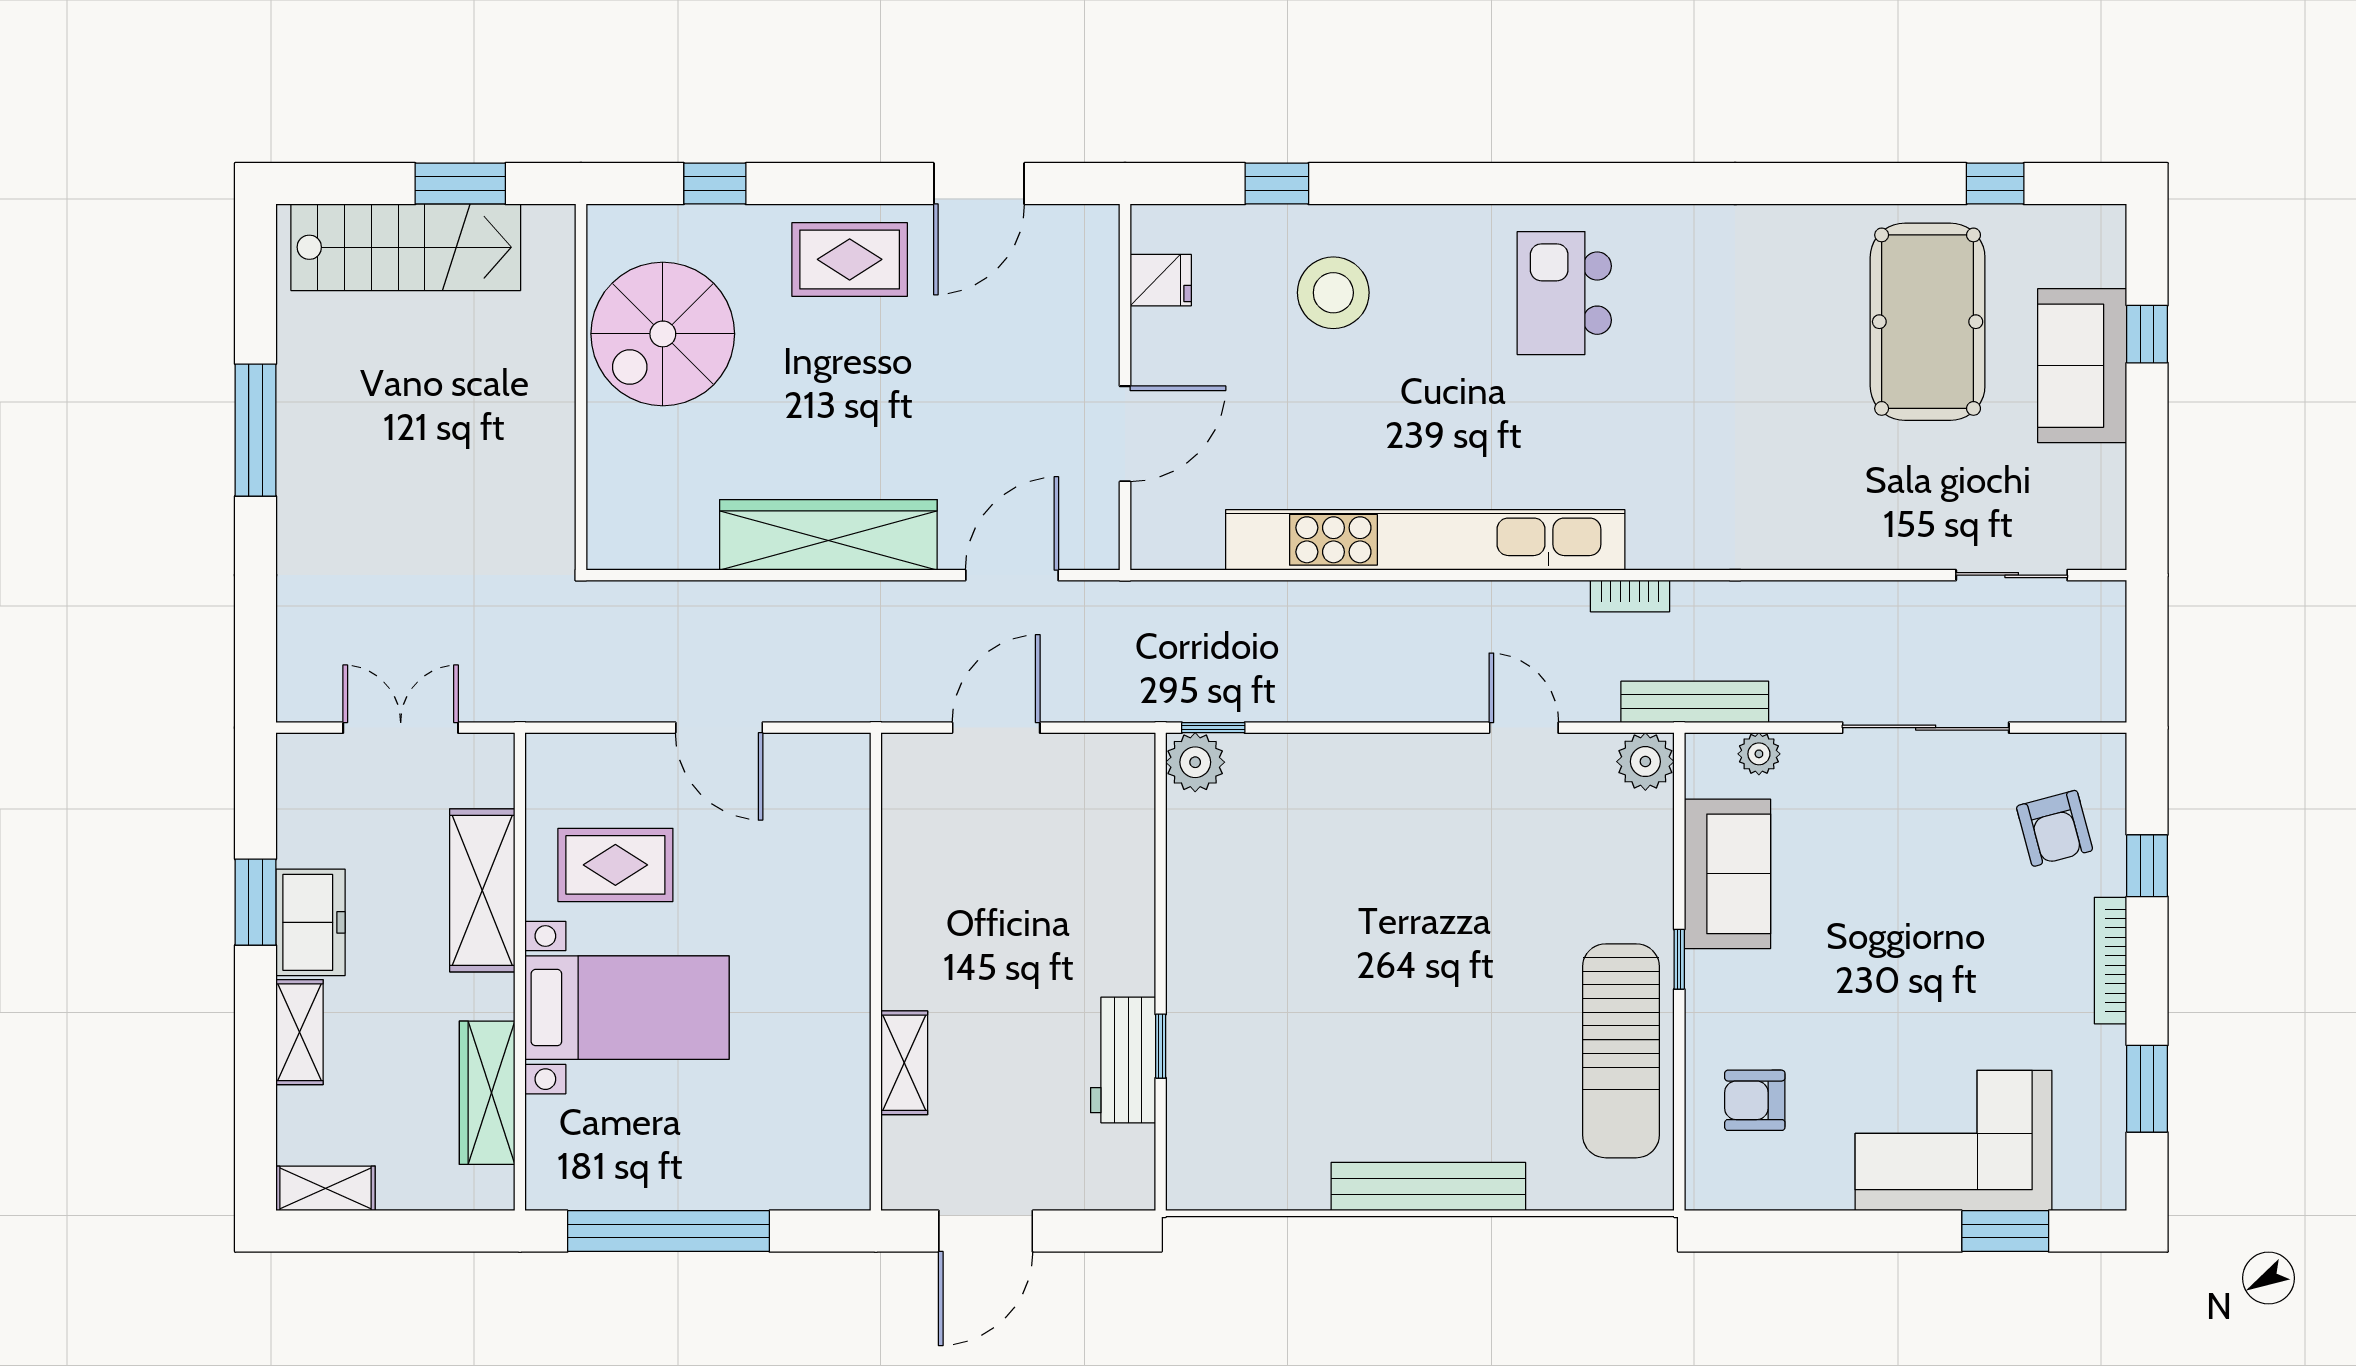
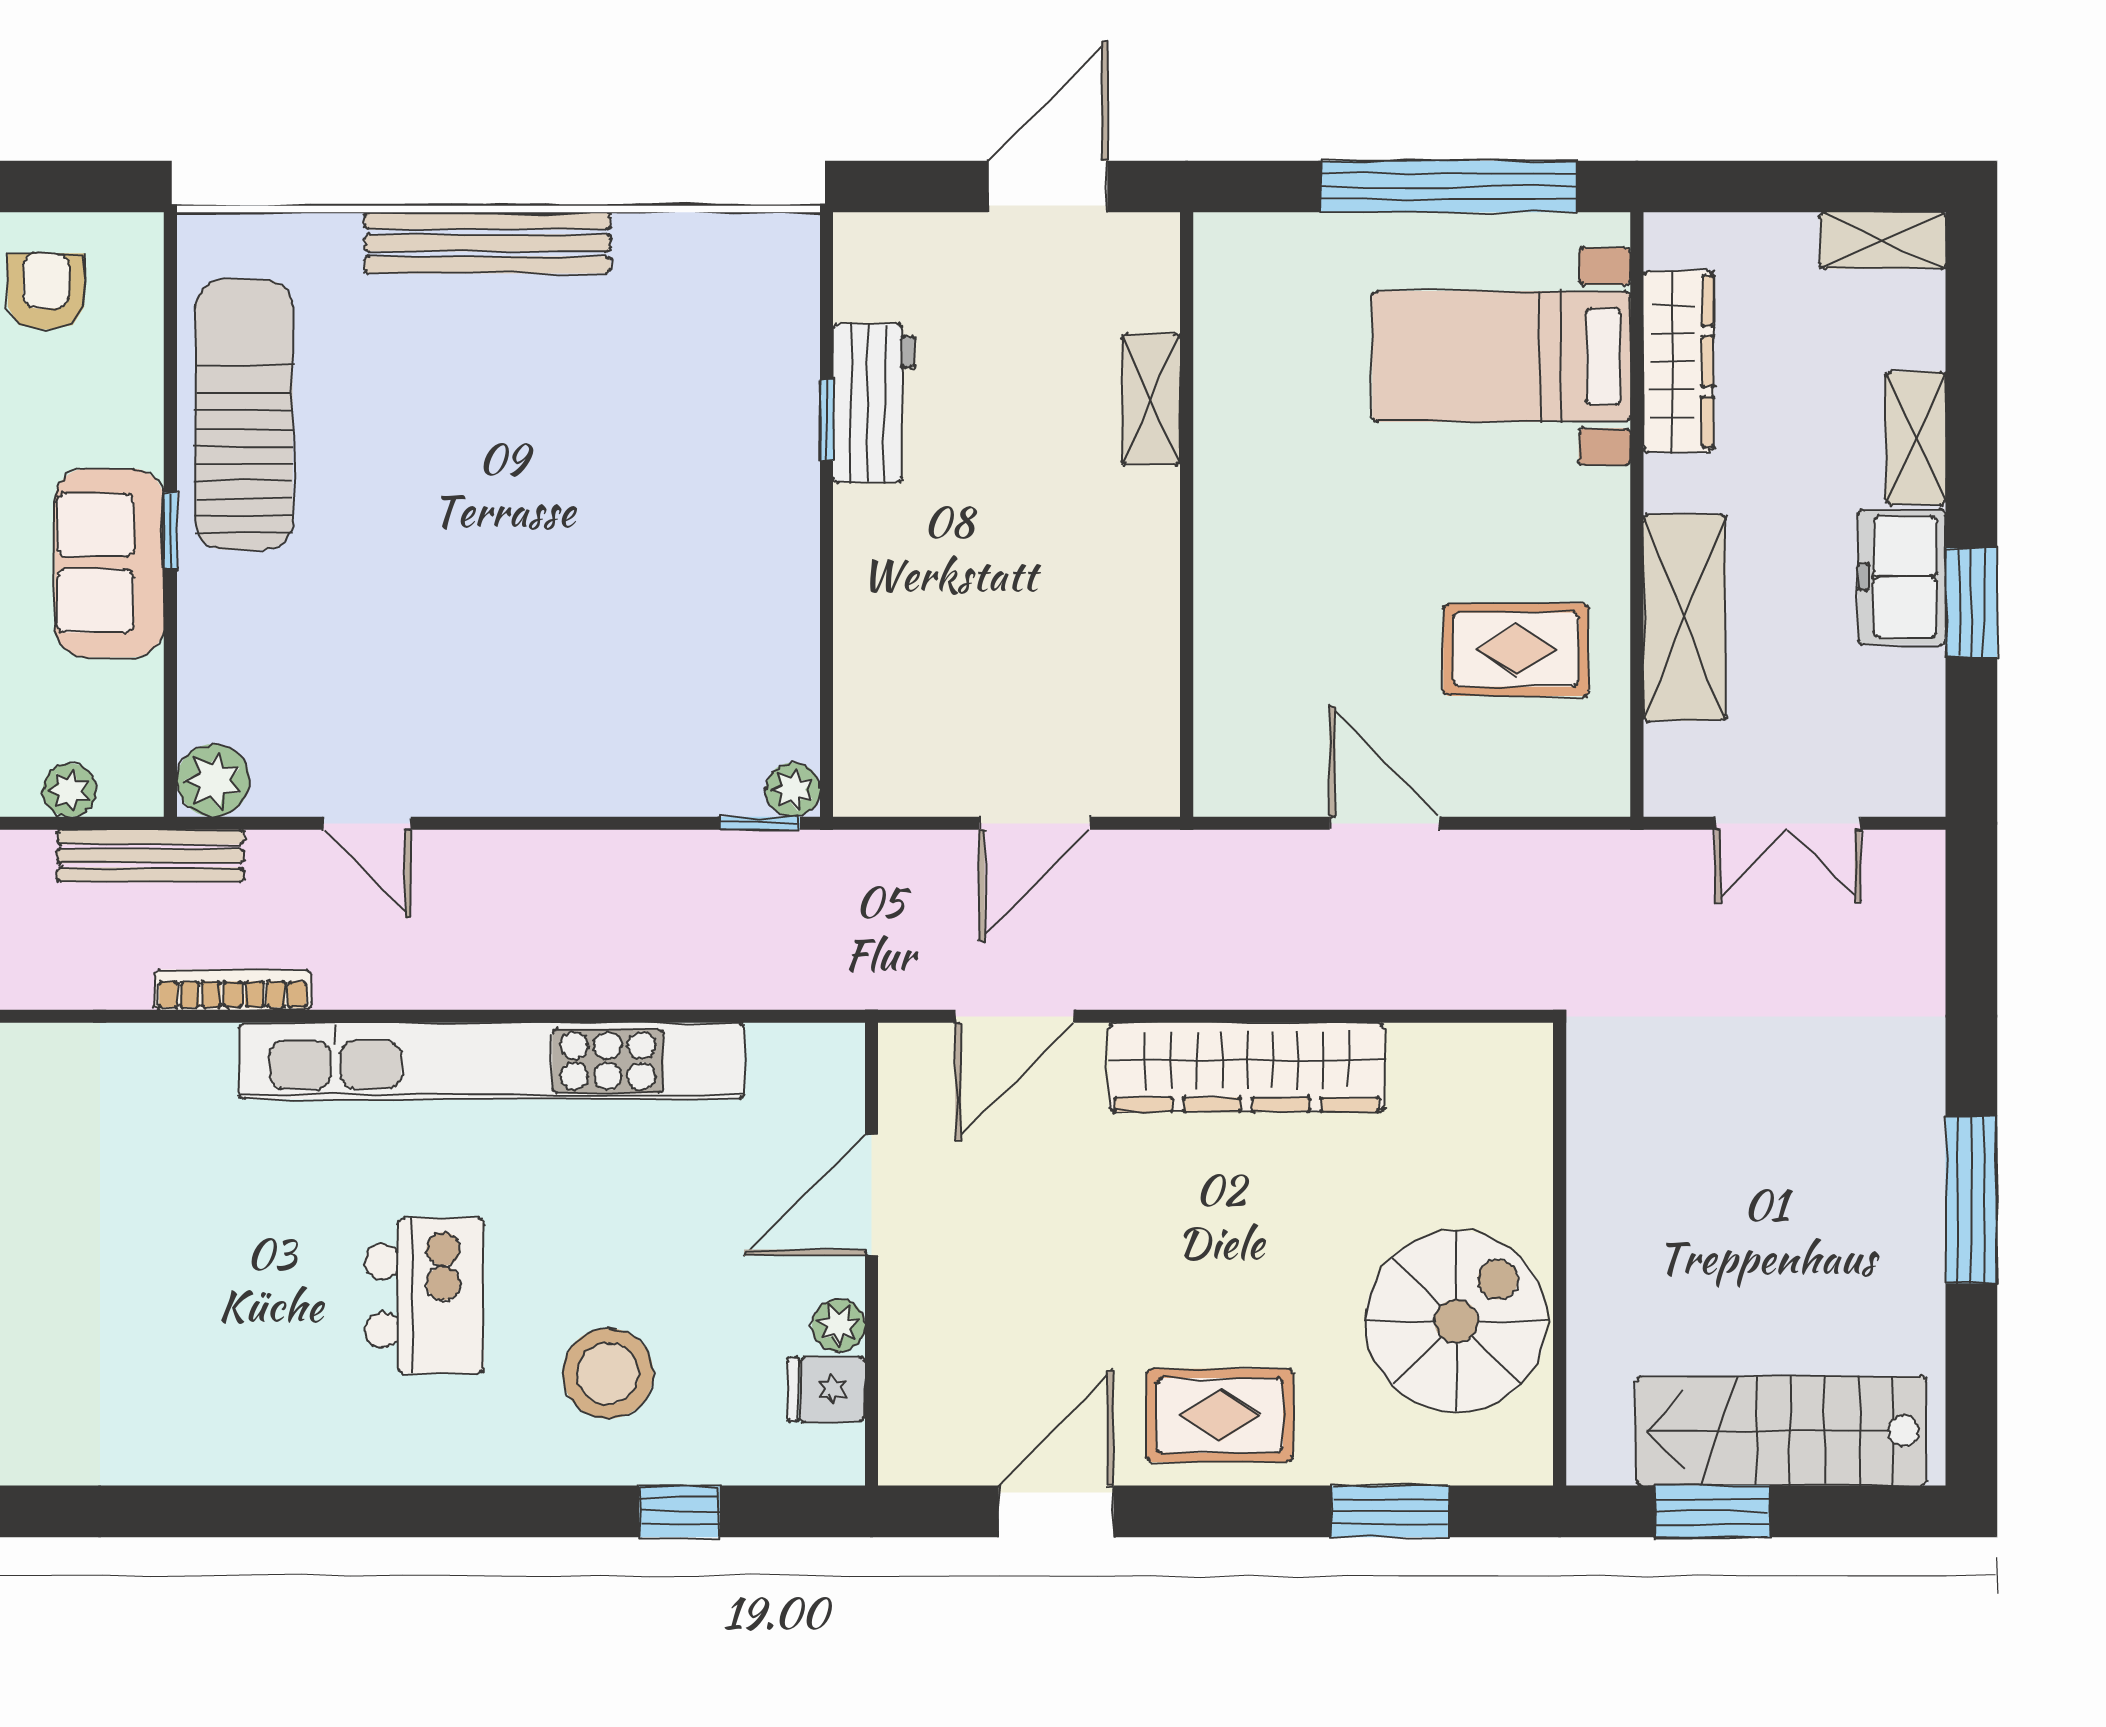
window: (715, 184) -> (1390, 1511), width x1.50
kitchen island: (1564, 293) -> (424, 1296), moved
plant: (1151, 331) -> (839, 1325), added
bookcase: (1630, 596) -> (233, 990), width x1.56
plant: (1195, 762) -> (793, 790), width x0.73, depth x0.73
sofa: (1728, 874) -> (109, 563), moved
bed with nightstands: (627, 1008) -> (1501, 356), moved
armchair: (1755, 1100) -> (46, 292), moved, turned -90

